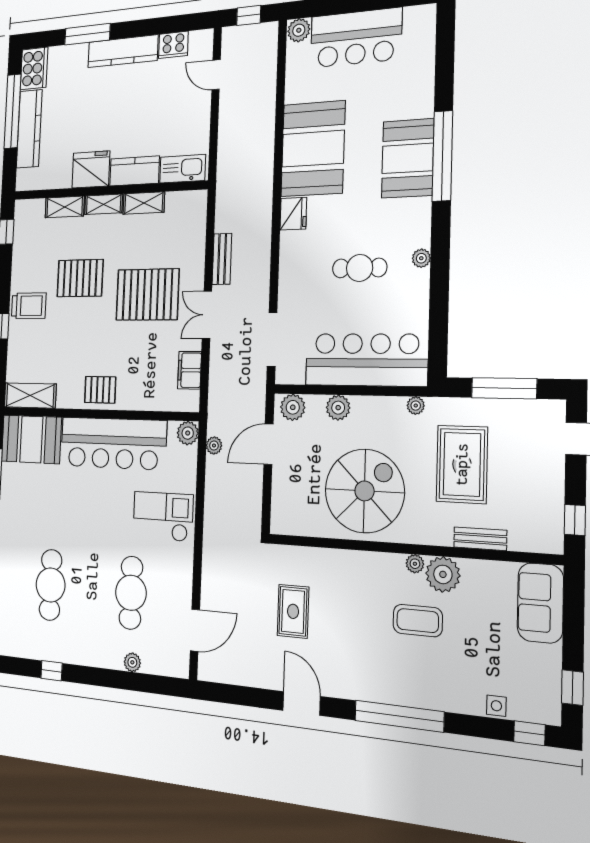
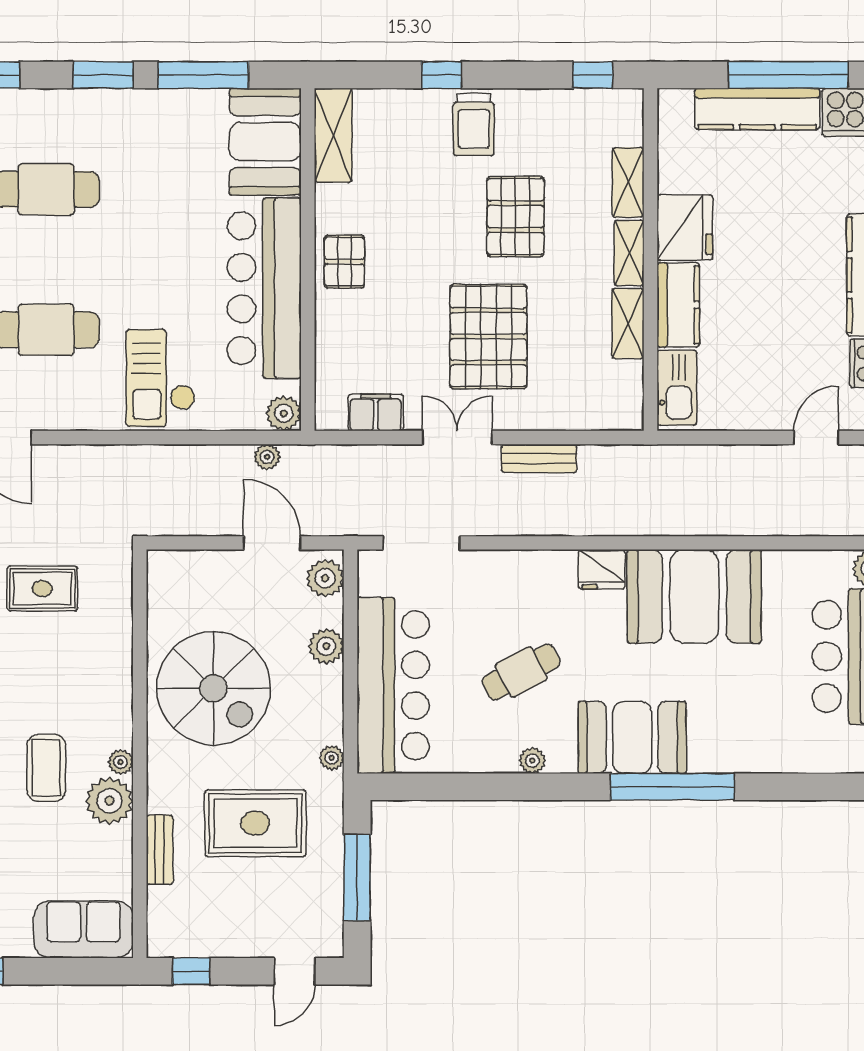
booth: (408, 158) -> (632, 737), moved
cafe table: (360, 268) -> (521, 672), turned 62
checkout: (163, 516) -> (161, 378), turned 180

